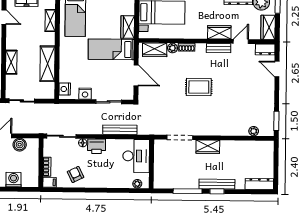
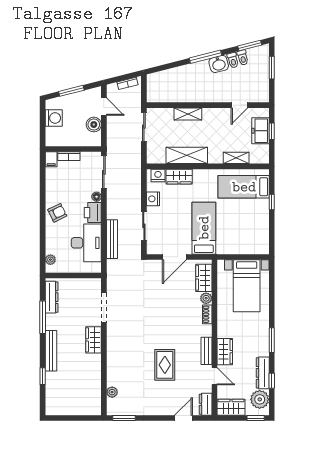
wardrobe: (128, 27) -> (179, 177), moved, turned 180
rug: (199, 87) -> (165, 365), moved
desk: (136, 156) -> (86, 243), moved, turned -90
armchair: (75, 174) -> (57, 213), moved
dresser: (259, 184) -> (52, 297), moved
window: (217, 191) -> (43, 376), moved

